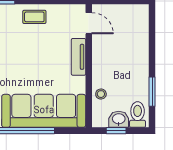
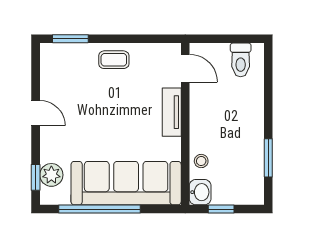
toilet: (138, 115) -> (241, 60), moved, turned 180
washbasin: (119, 119) -> (200, 192), moved, turned 90

